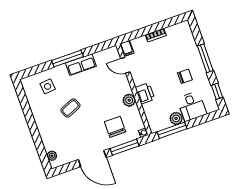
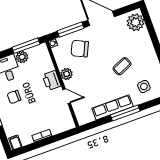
filing cabinet: (127, 48) -> (15, 142), moved
row of seats: (81, 65) -> (113, 107), width x1.48
door: (125, 65) -> (67, 96), moved
chair: (115, 127) -> (80, 49), turned 115
plant: (52, 156) -> (136, 22), width x1.88, depth x1.88

